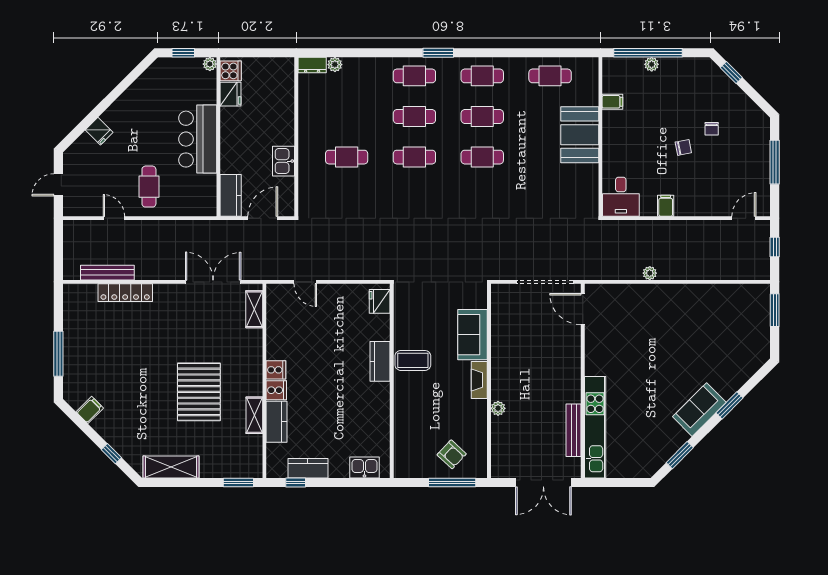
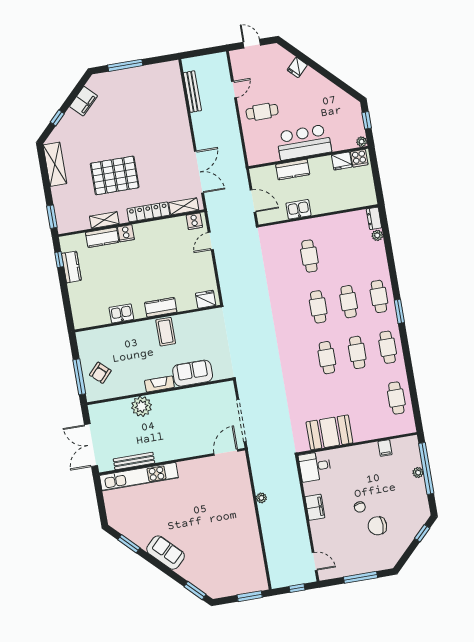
chair: (712, 129) -> (377, 526), width x1.87, depth x1.87
booth: (580, 135) -> (329, 432), moved
kitchen counter: (231, 195) -> (293, 170), moved
filing cabinet: (666, 206) -> (315, 507), width x2.00
locker: (125, 293) -> (148, 212), moved, turned 90
cooker: (276, 370) -> (194, 221), moved
window: (730, 405) -> (195, 591), moved
plant: (498, 408) -> (142, 406), width x1.88, depth x1.88
filing cabinet: (90, 410) -> (84, 101), width x2.00
kitchen sink: (364, 467) -> (121, 313), moved, turned -90

